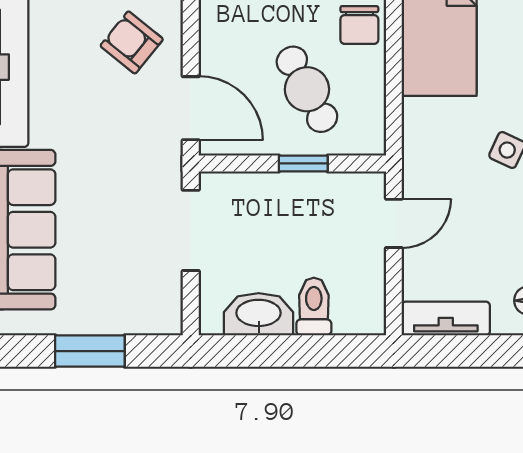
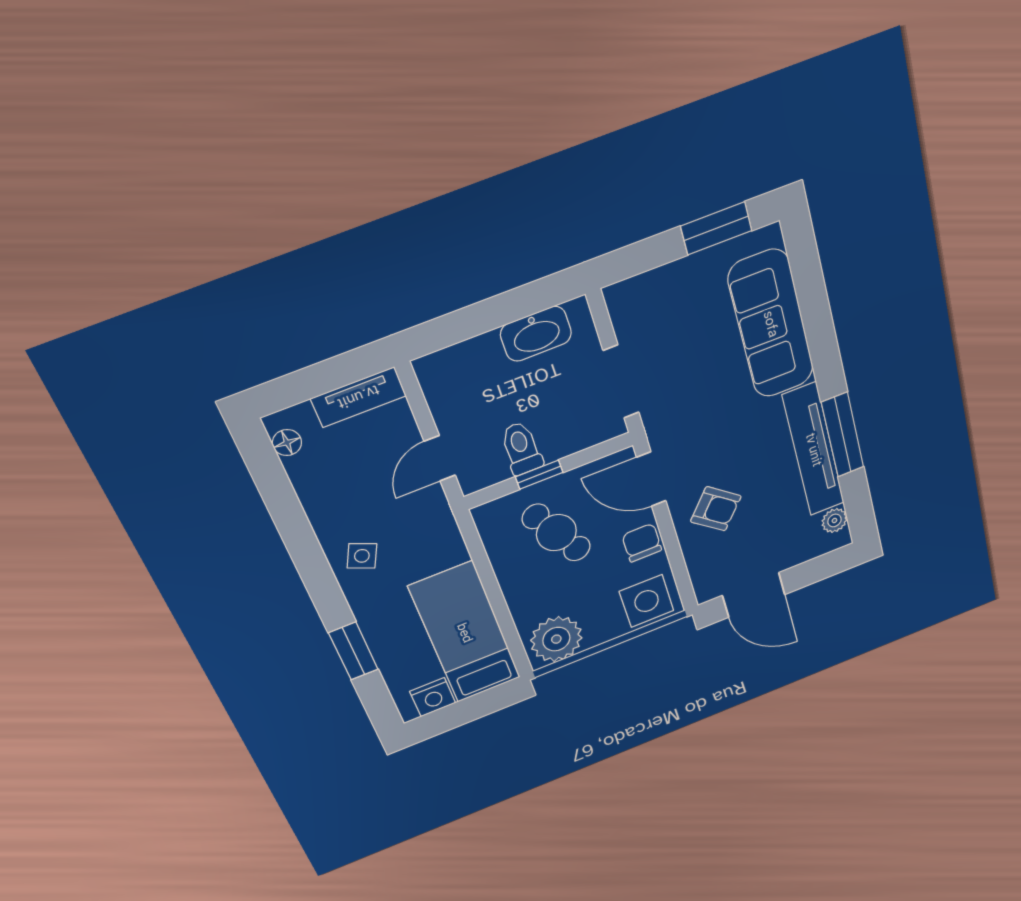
chair: (359, 25) -> (642, 543), moved
toilet: (314, 307) -> (521, 448), moved, turned 180
window: (90, 351) -> (716, 228), moved

